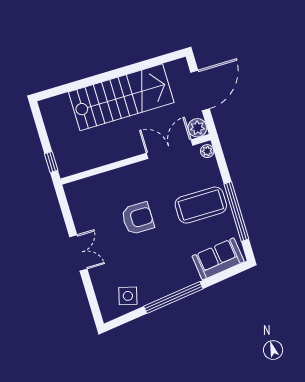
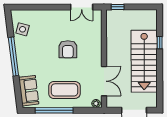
window: (86, 82) -> (160, 43), added
plant: (197, 128) -> (112, 102), removed
coffee table: (201, 205) -> (64, 90), turned 90
double door: (78, 253) -> (82, 7), moved

